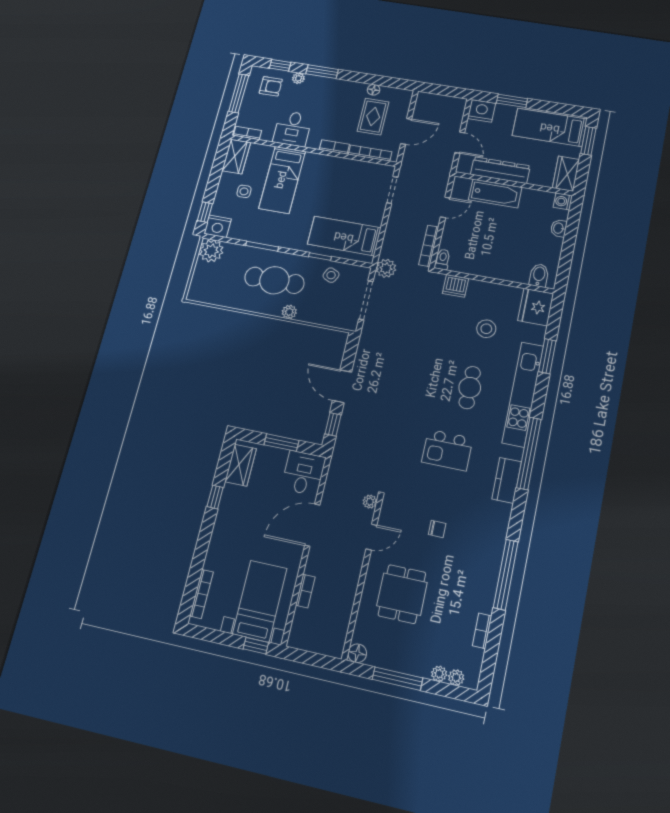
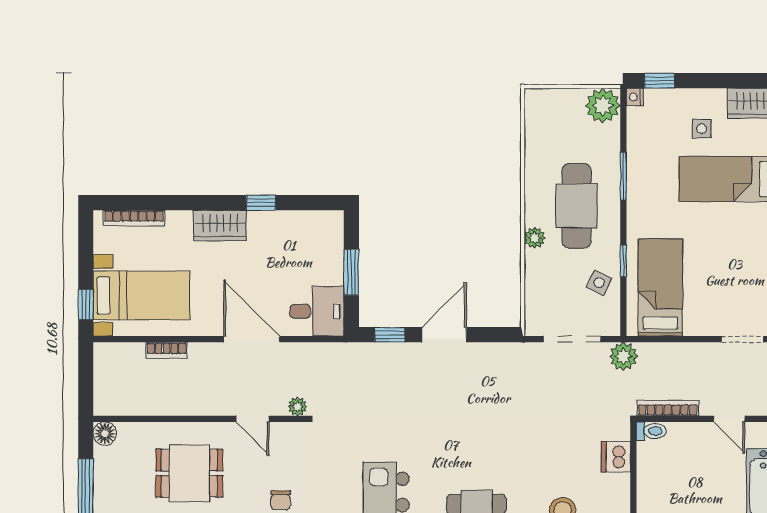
nightstand: (218, 226) -> (635, 97), width x0.53, depth x0.56
wardrobe: (241, 465) -> (220, 225), moved

